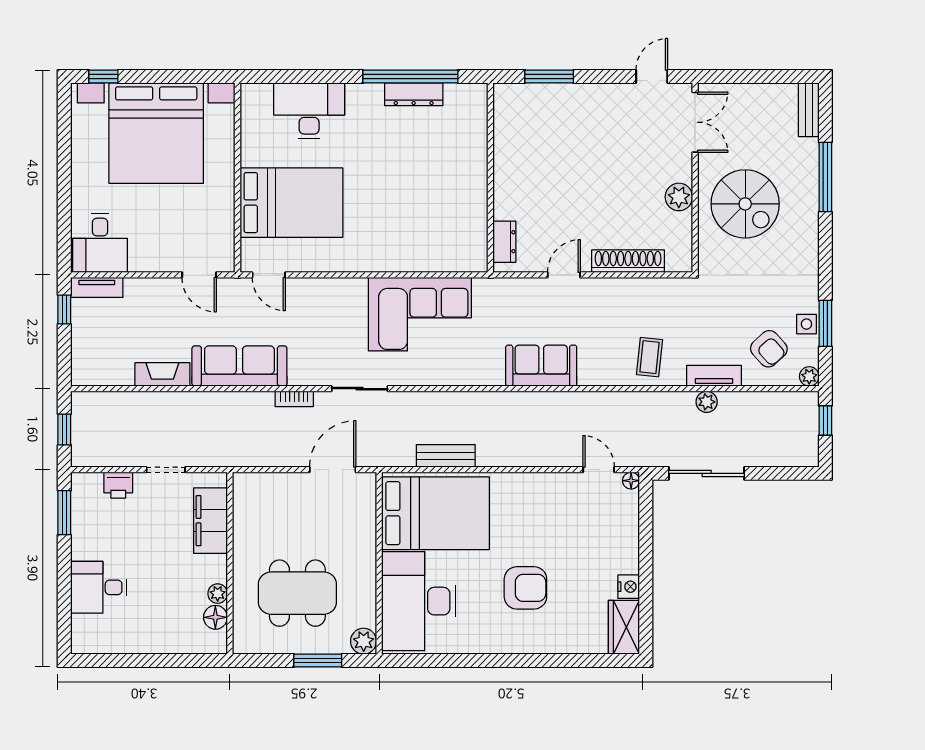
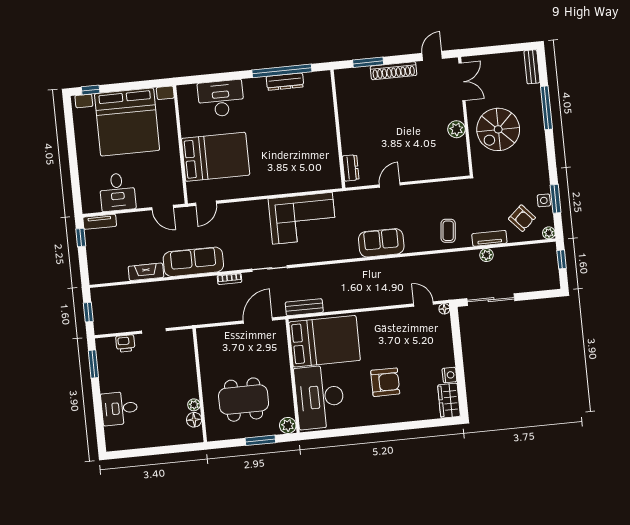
spiral stairs: (745, 204) -> (498, 129), turned 90
desk: (100, 243) -> (117, 192), moved
shoe rack: (628, 261) -> (394, 71), moved, turned 180
door: (269, 275) -> (206, 203), hinge flipped
bench: (446, 456) -> (304, 307), moved
filing cabinet: (210, 521) -> (185, 360), removed

